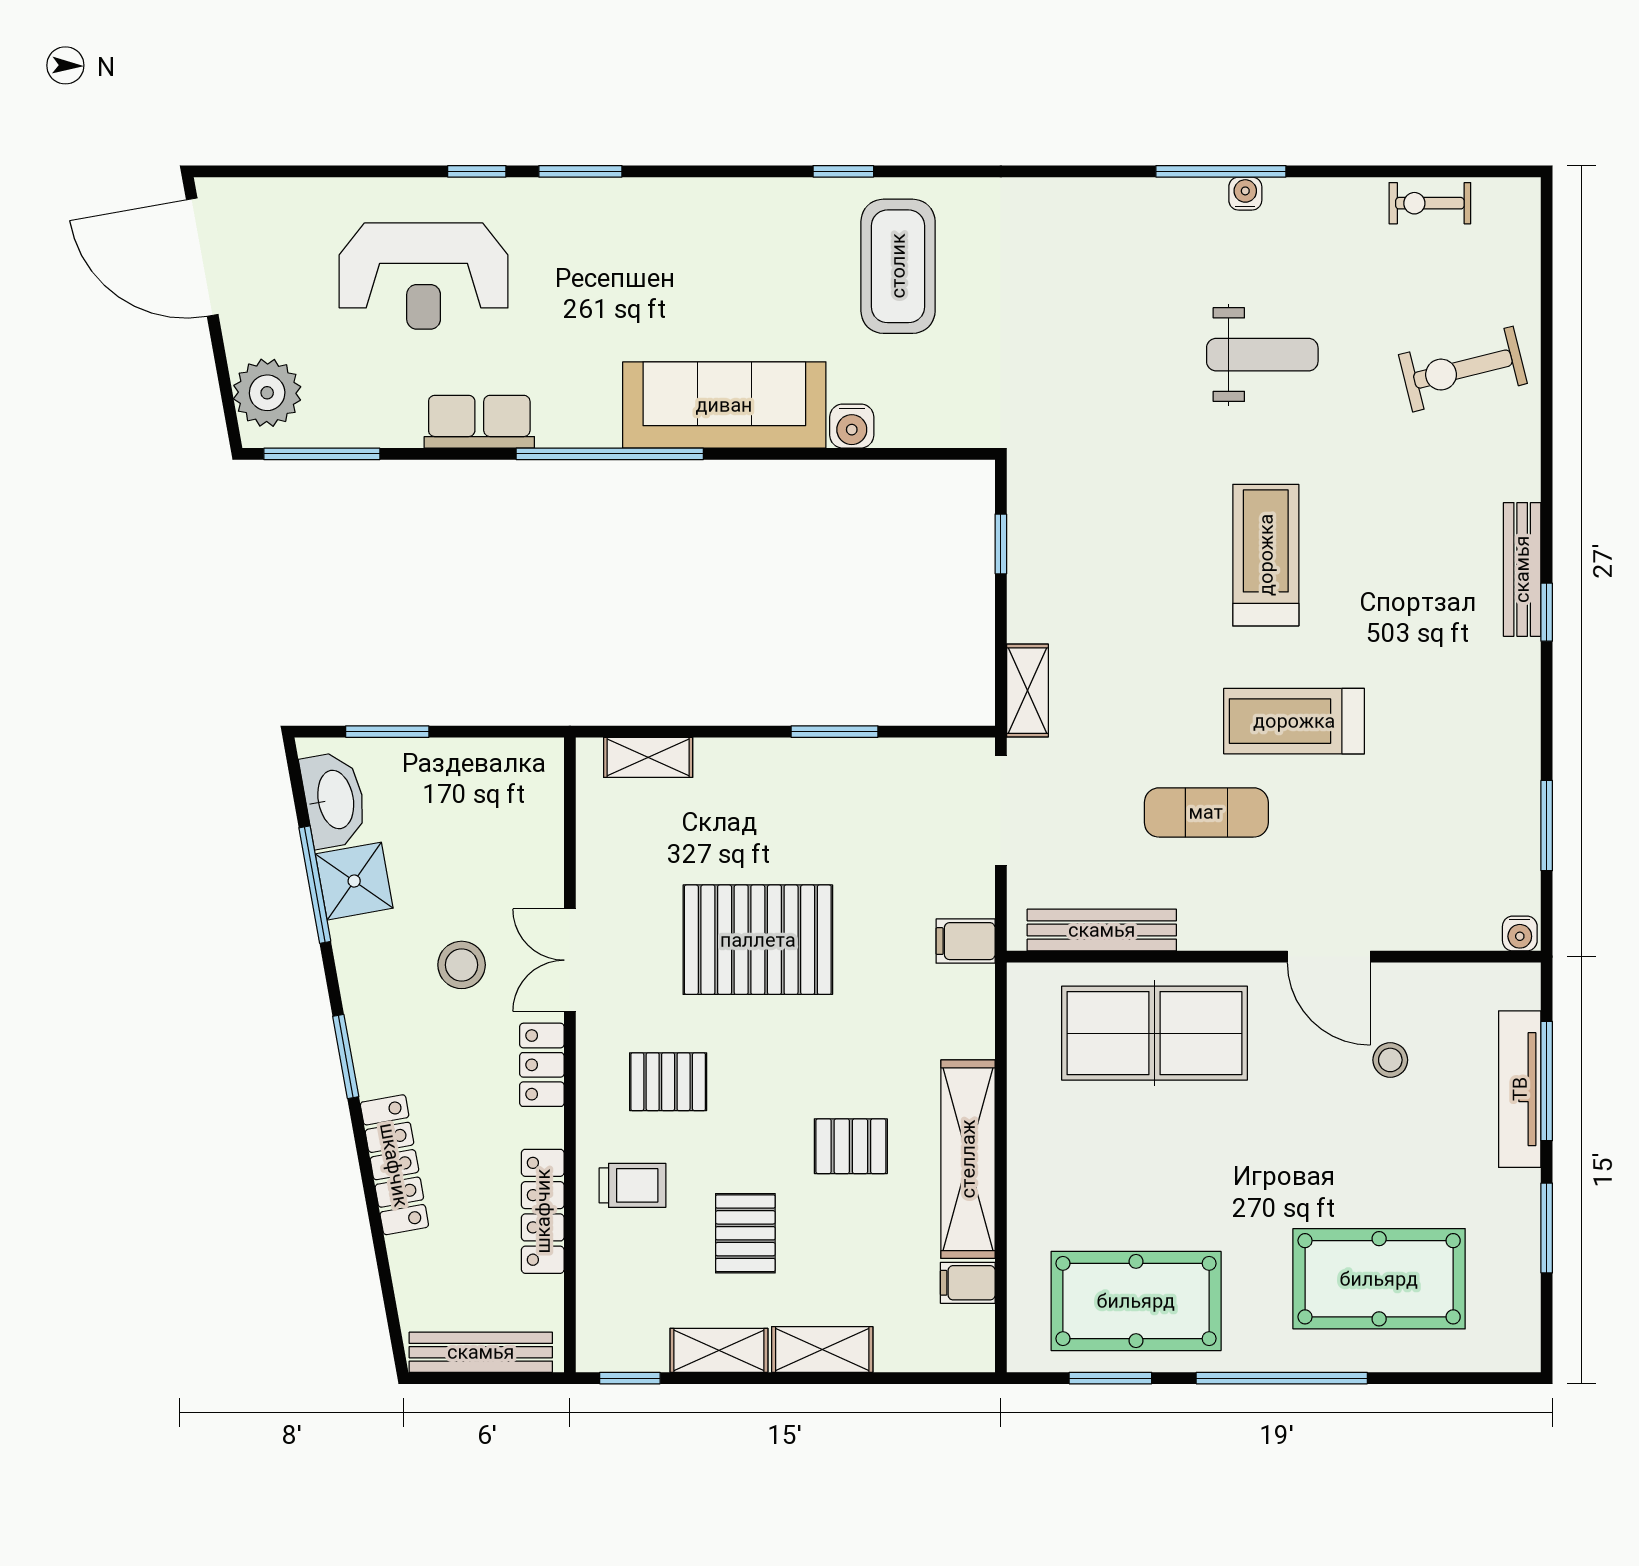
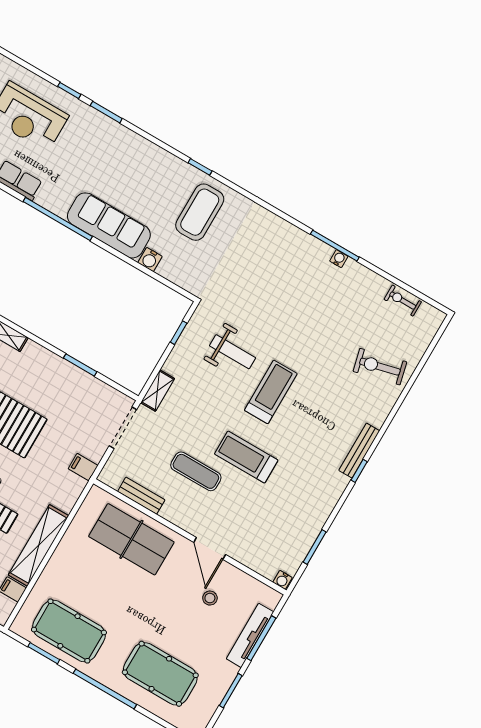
weight bench: (1262, 355) -> (233, 352), moved
bench: (1102, 930) -> (141, 496), width x0.73

